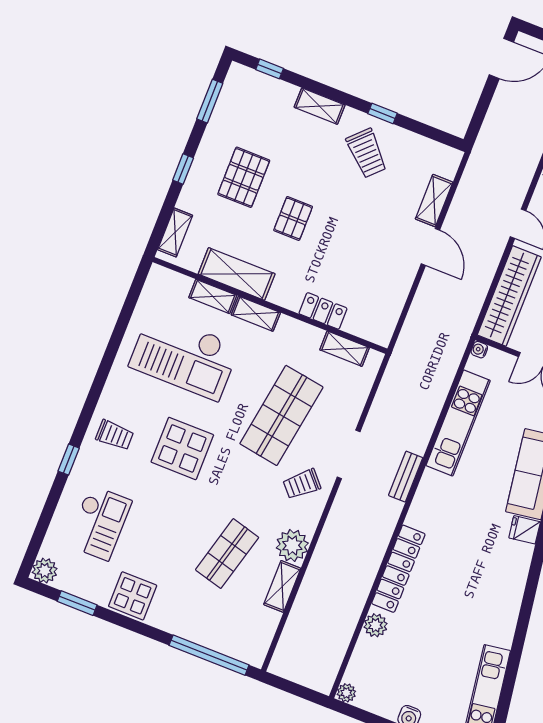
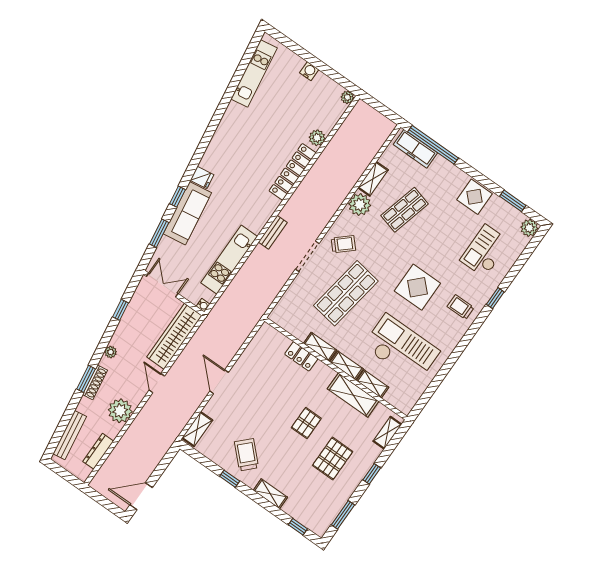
shelving: (434, 201) -> (197, 429), moved
shelving: (345, 349) -> (320, 347), moved
freezer: (233, 643) -> (415, 149), added

